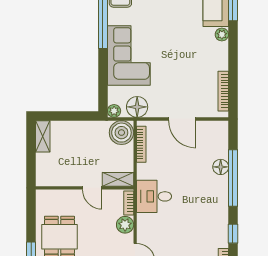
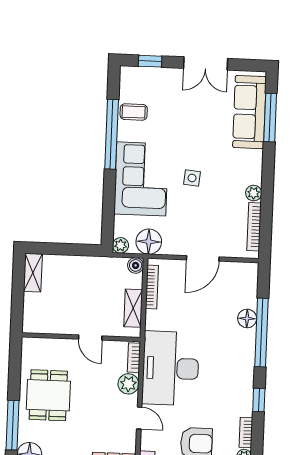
plant: (222, 35) -> (254, 193), moved
side table: (171, 53) -> (192, 178), added
door: (182, 119) -> (203, 258), hinge flipped
boiler: (121, 133) -> (136, 265), width x0.54, depth x0.54
shelving: (118, 179) -> (133, 308), moved, turned 90
desk: (154, 196) -> (171, 368), width x1.87, depth x1.30

